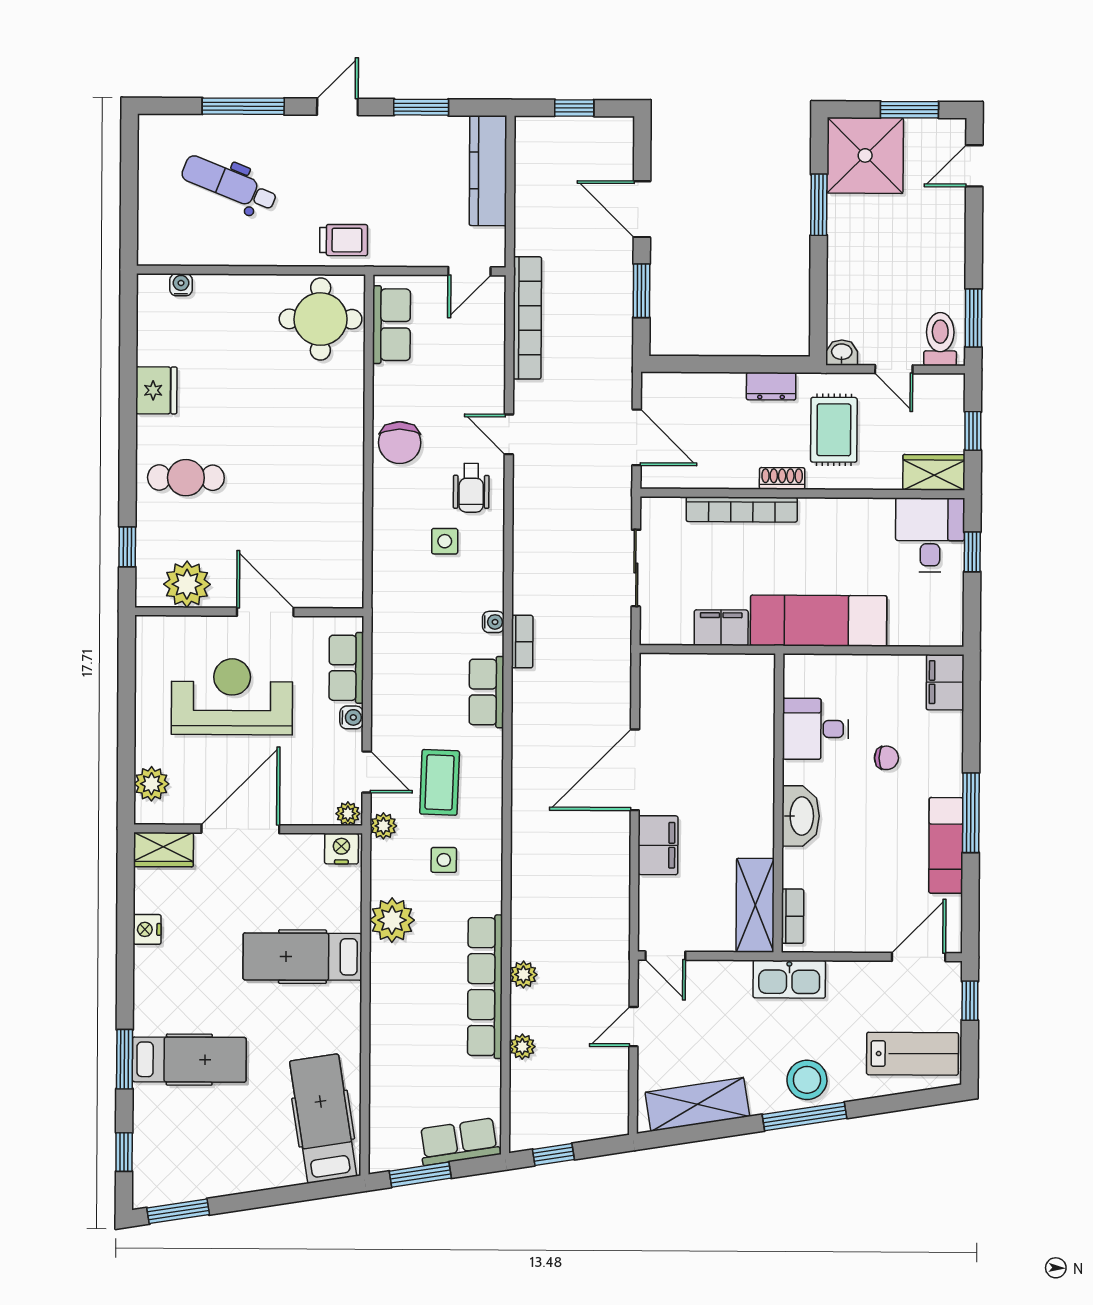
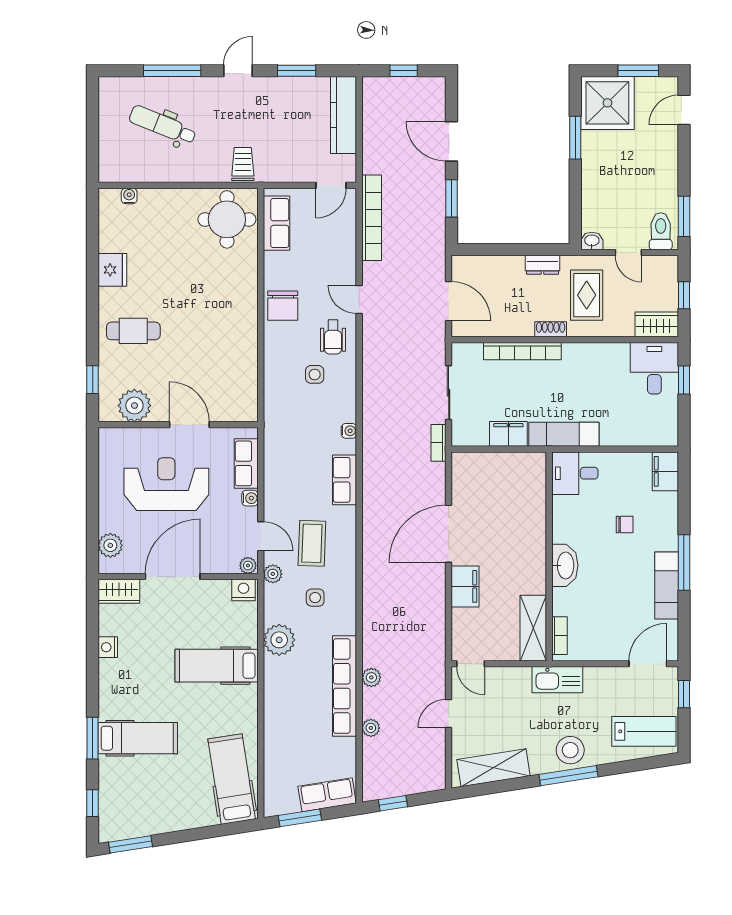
trolley: (344, 240) -> (243, 164), turned -90
exam couch: (819, 621) -> (564, 434), width x0.73, depth x0.69
bookcase: (522, 642) -> (438, 443), moved, turned 180
desk: (815, 729) -> (575, 473), moved

